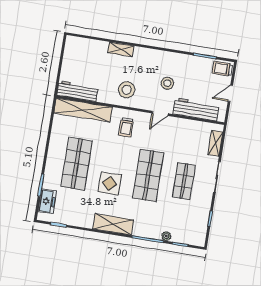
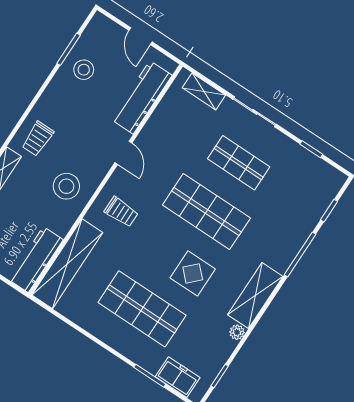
trolley: (222, 69) -> (38, 139), moved
stool: (167, 83) -> (84, 70), moved
plant: (166, 236) -> (237, 332), moved

